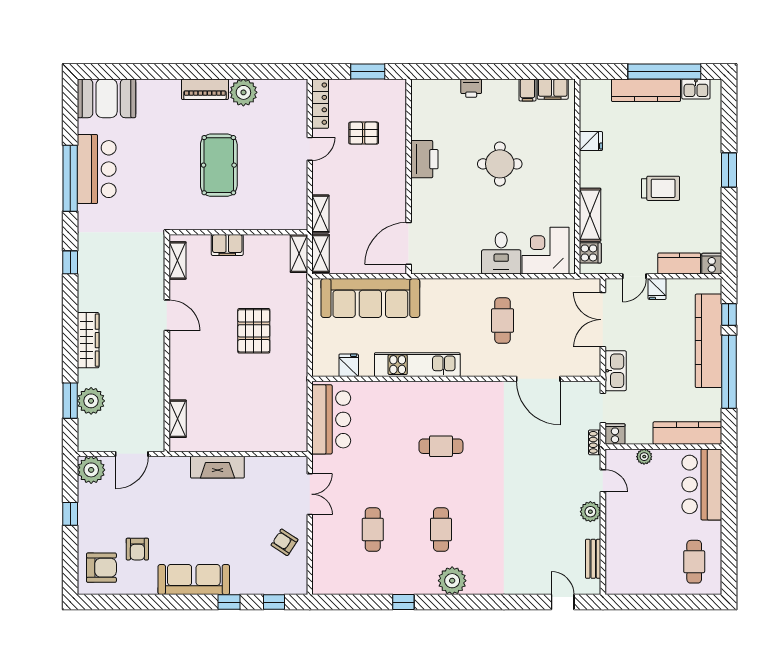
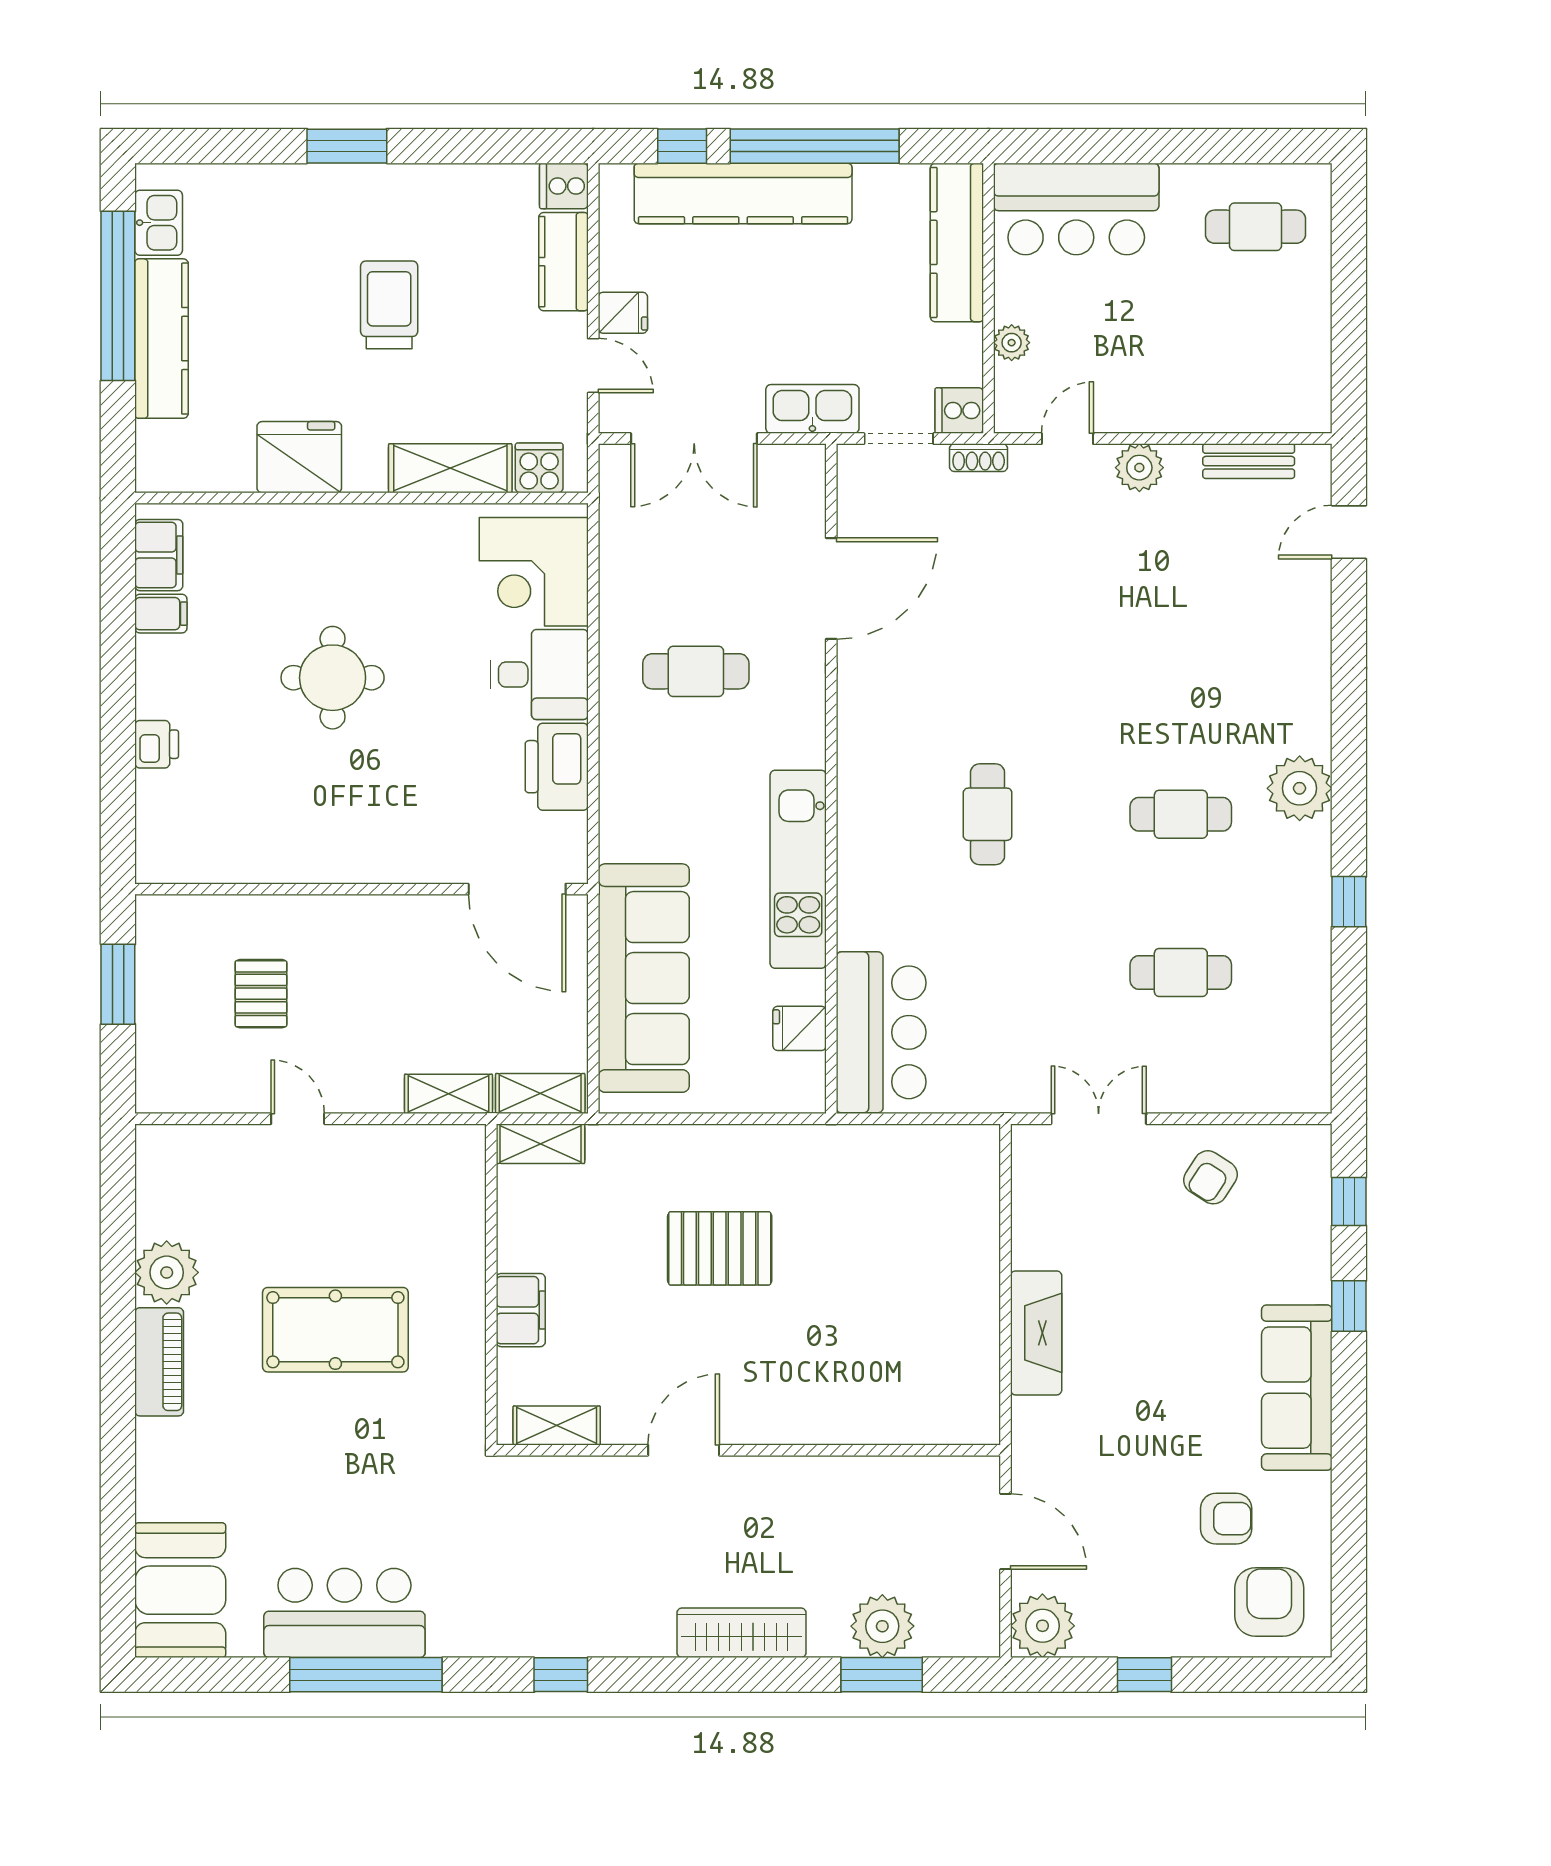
locker: (320, 104) -> (193, 1094), removed
fridge: (591, 141) -> (299, 457), width x1.88, depth x1.34
printer: (424, 159) -> (557, 767), moved, turned -90
shelving: (178, 419) -> (924, 1425), removed
bar counter: (331, 419) -> (881, 1032), moved, turned 90

